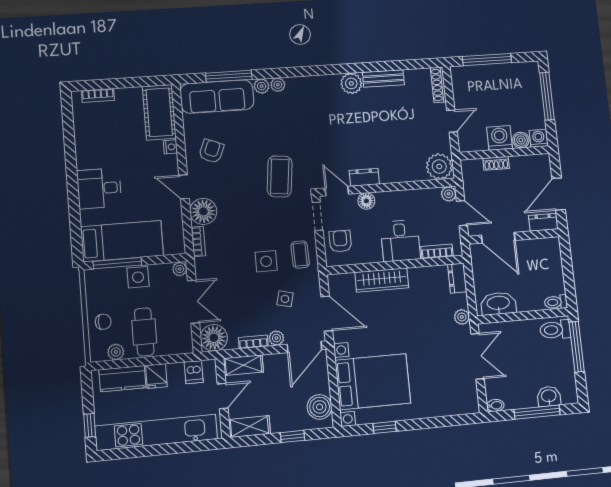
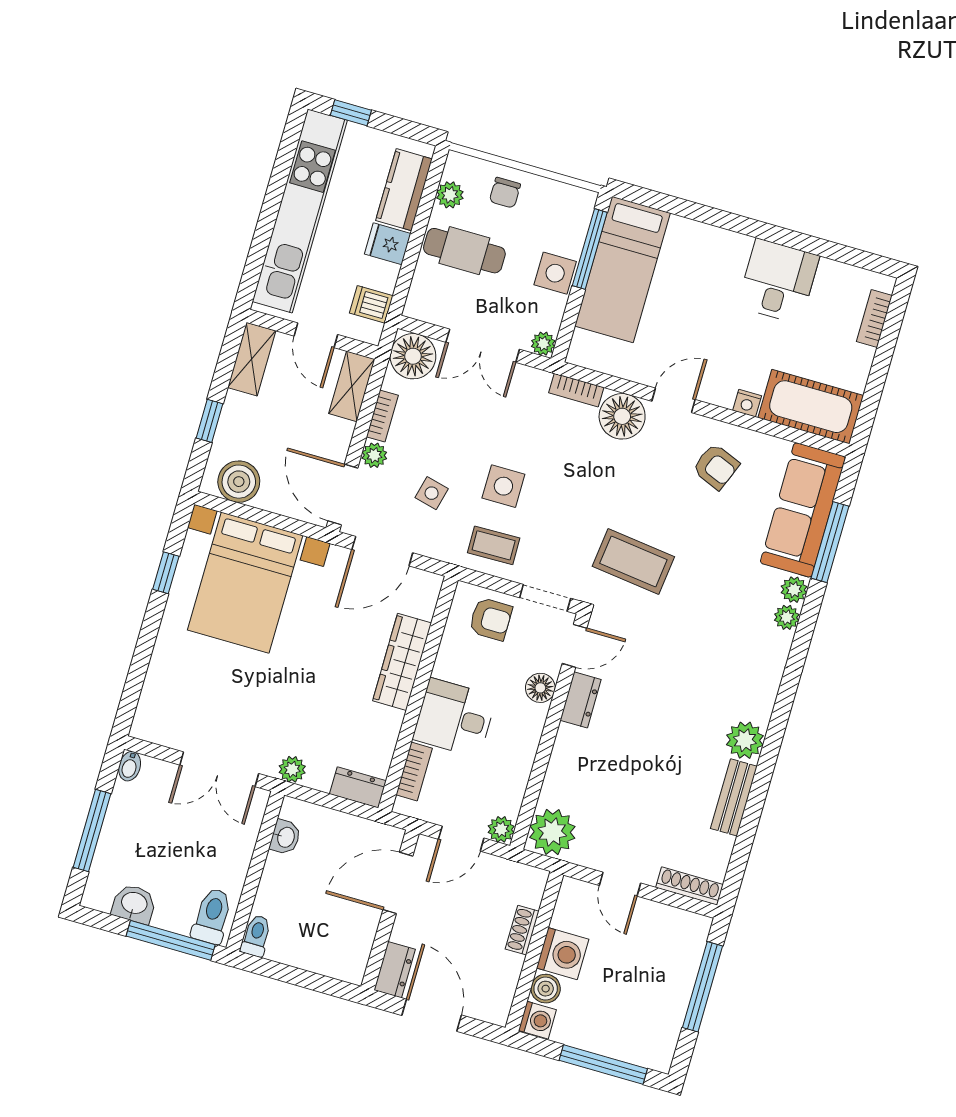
desk: (99, 188) -> (778, 281), moved
washbasin: (498, 303) -> (285, 837), width x0.52, depth x0.69
washbasin: (549, 396) -> (134, 904), moved, turned -90

